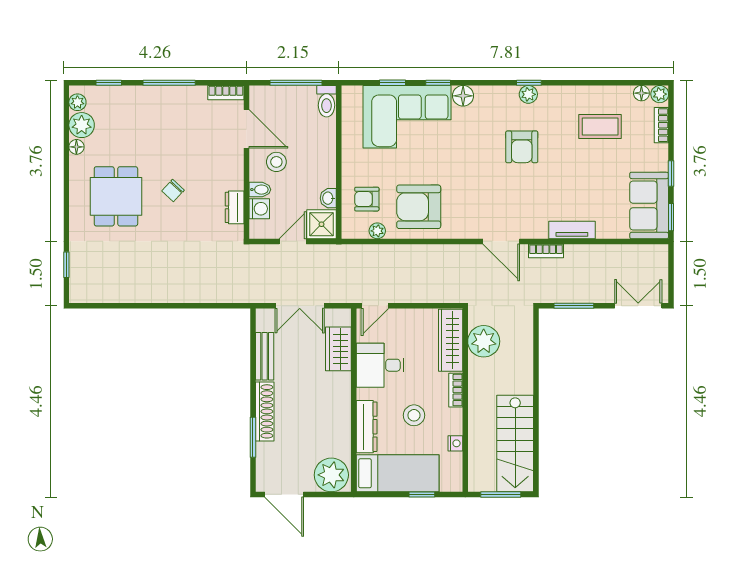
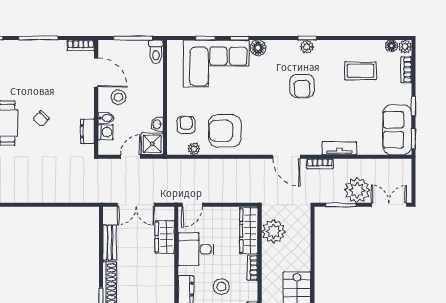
armchair: (367, 199) -> (186, 125), turned 90
plant: (596, 286) -> (357, 190), added

